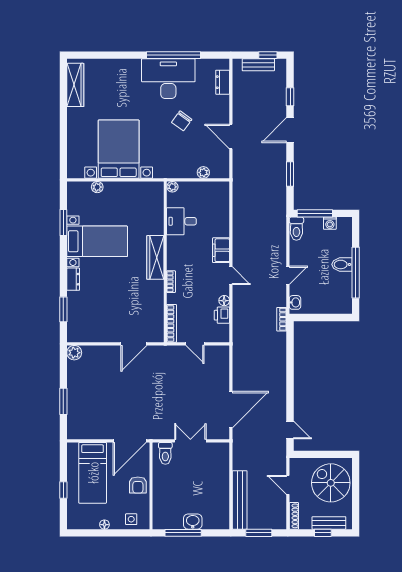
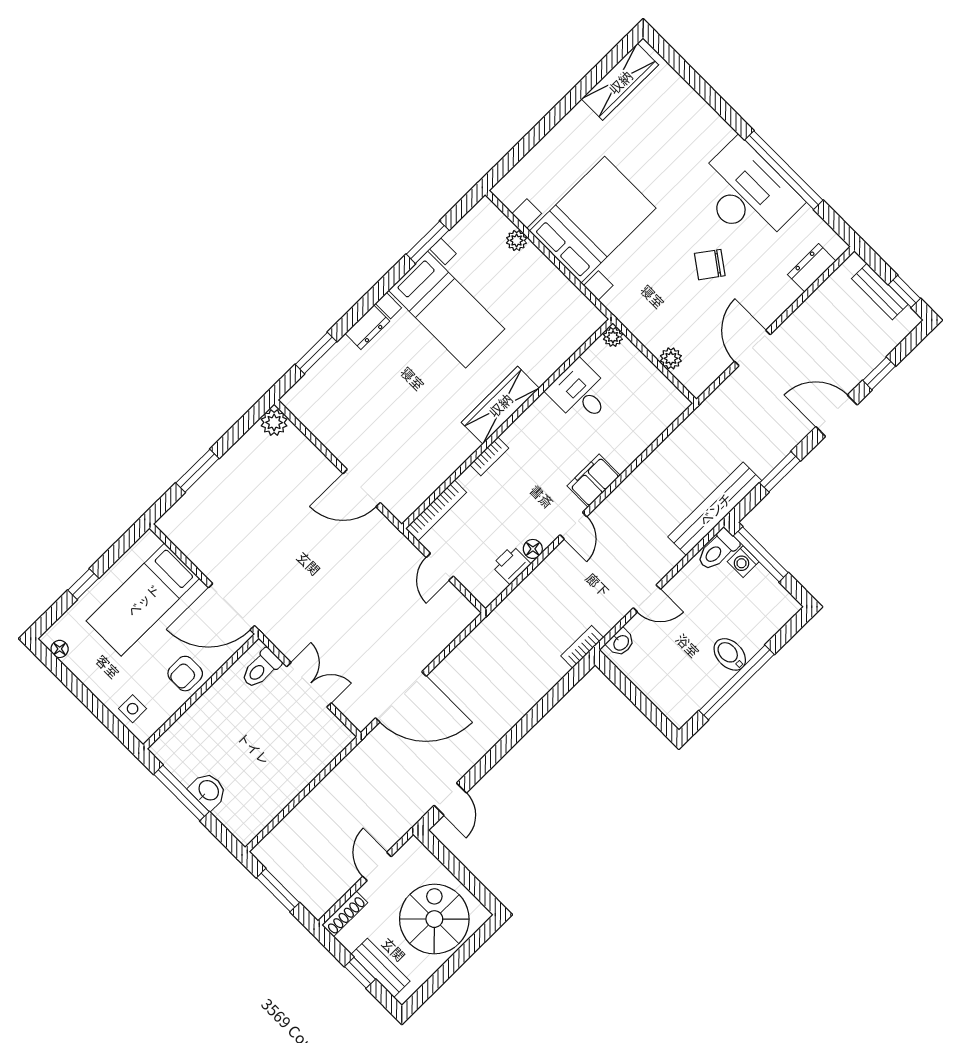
washing machine: (330, 223) -> (743, 562), moved
bench: (240, 500) -> (715, 509), moved
floor lamp: (104, 525) -> (60, 649), moved

